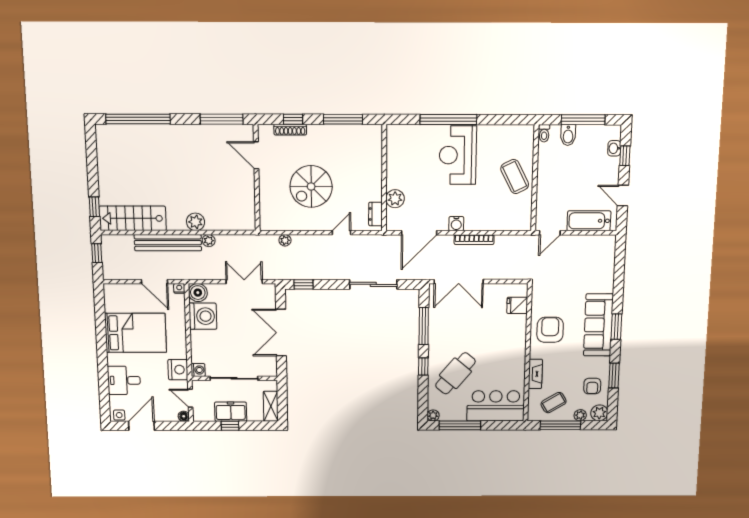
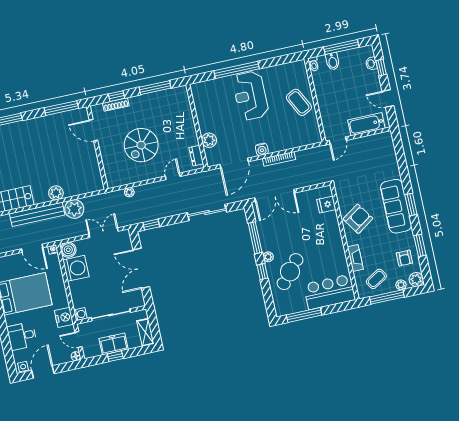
plant: (209, 241) -> (74, 209), width x1.88, depth x1.88
armchair: (550, 330) -> (358, 219), turned 56
plant: (433, 415) -> (268, 257), moved

